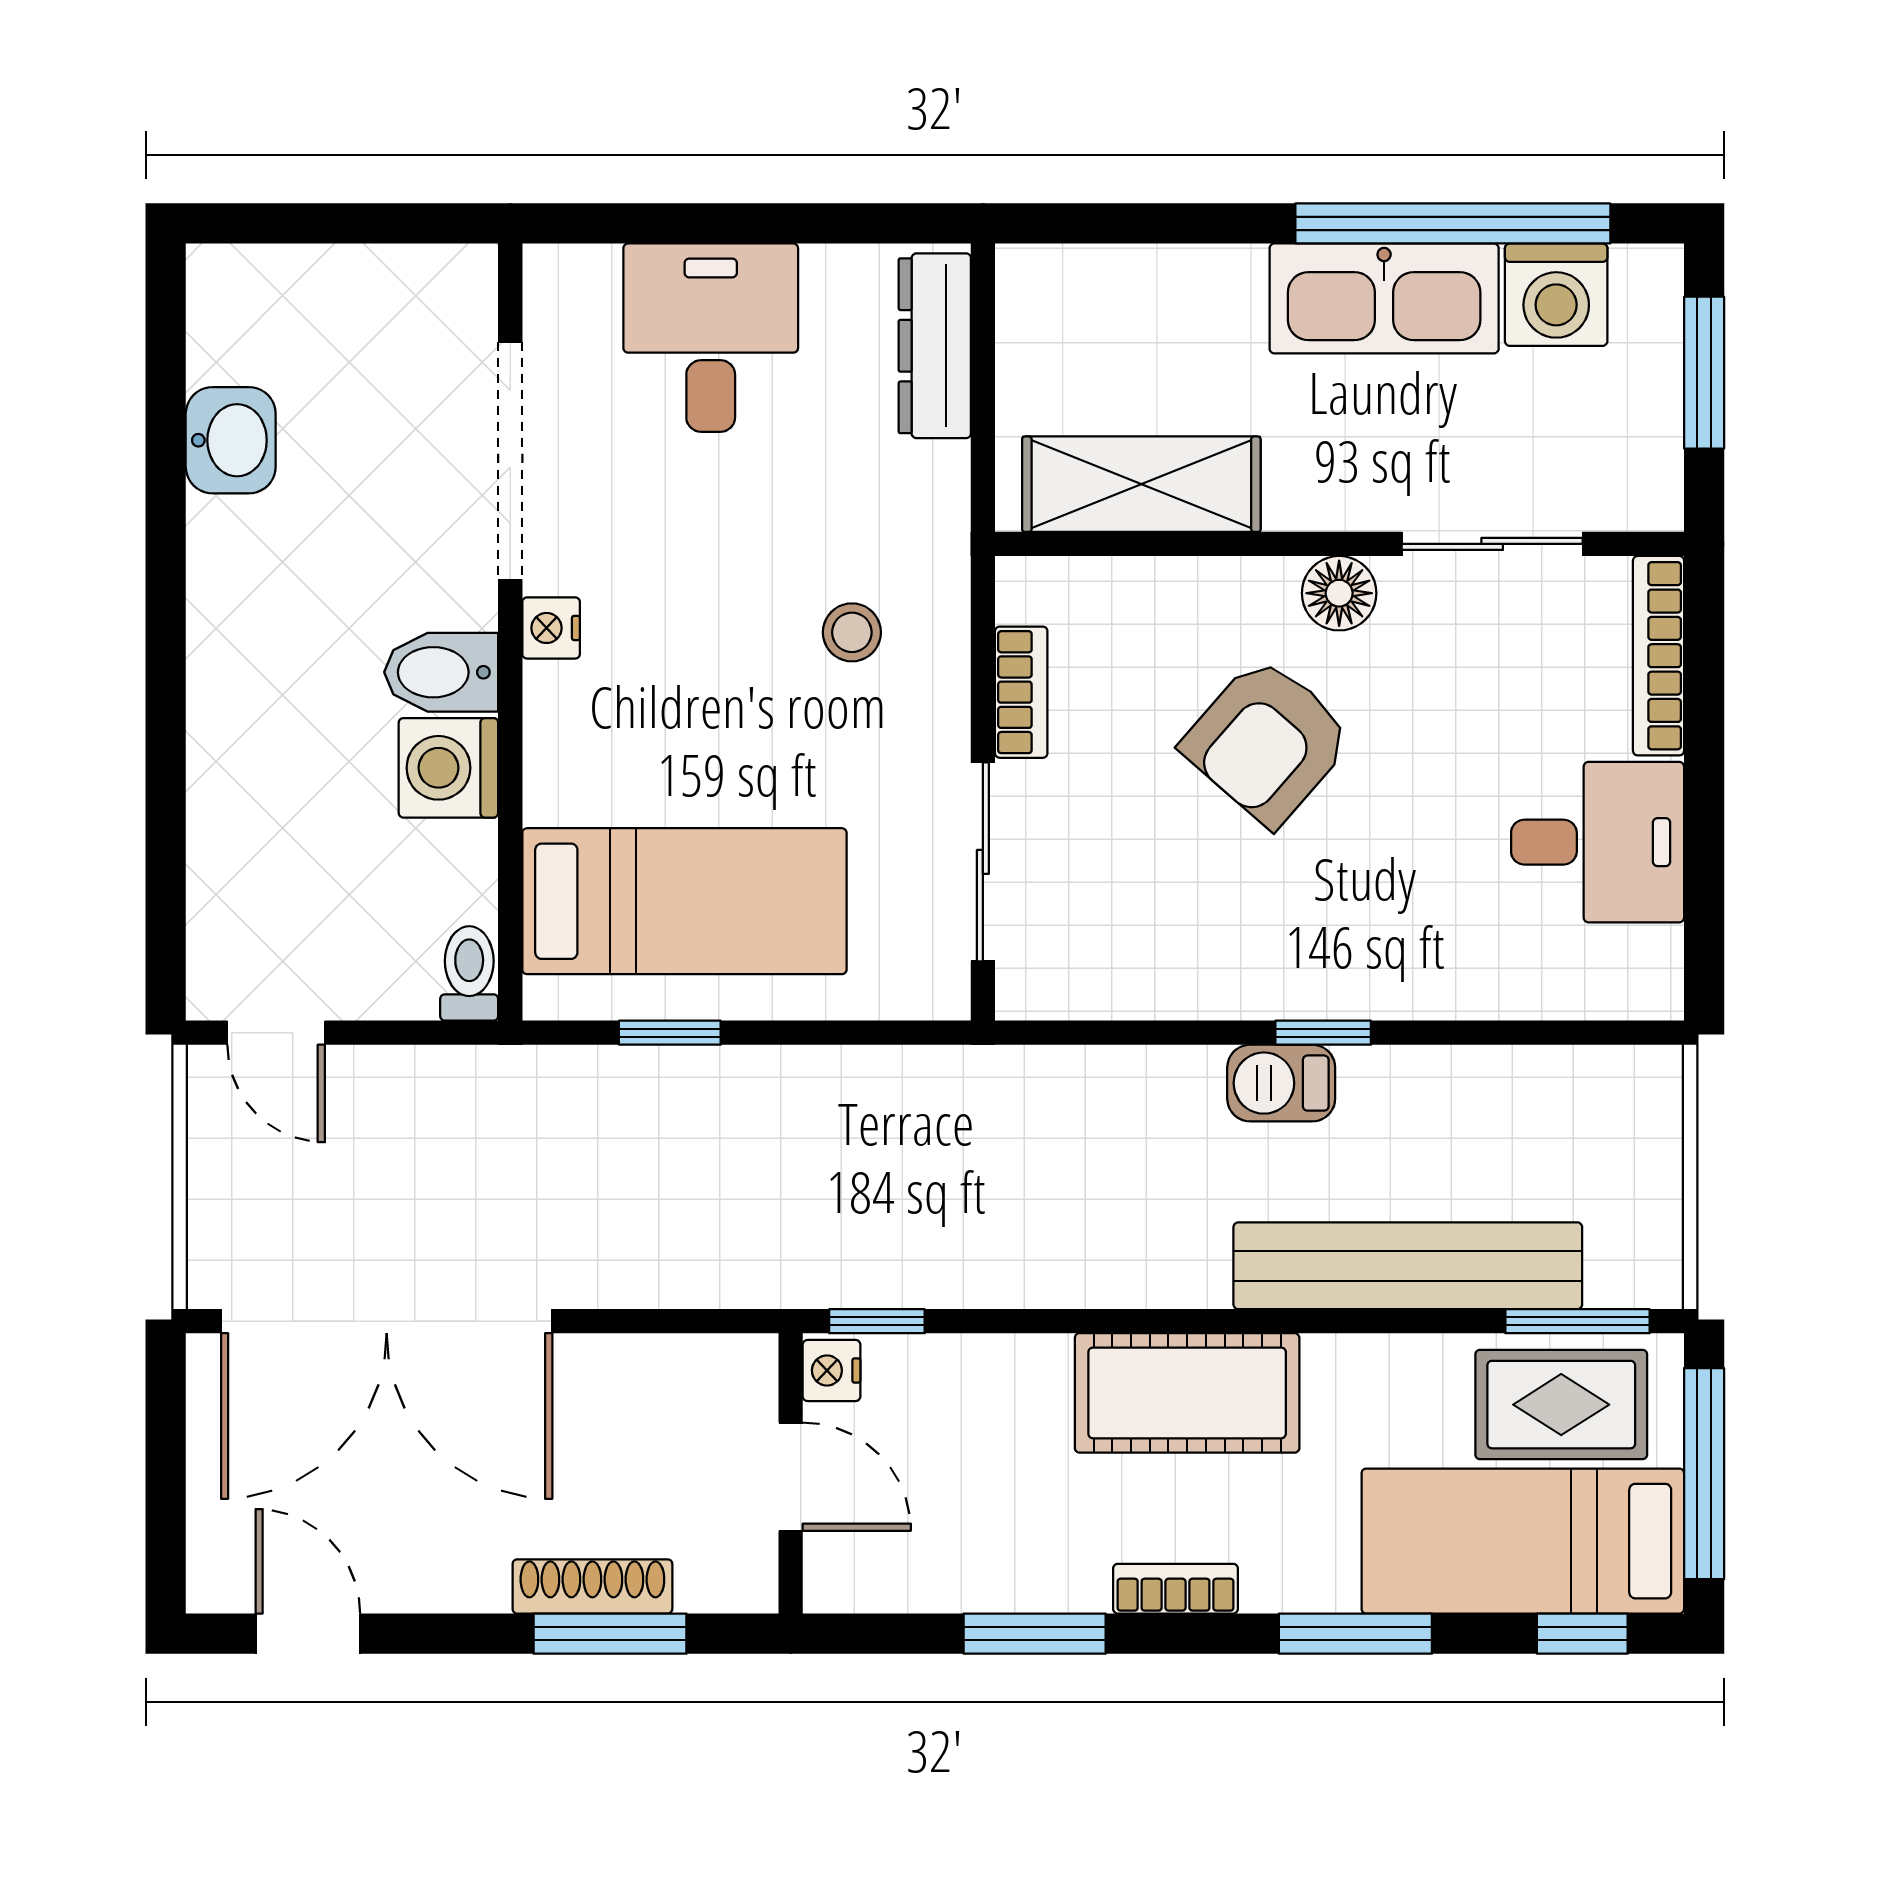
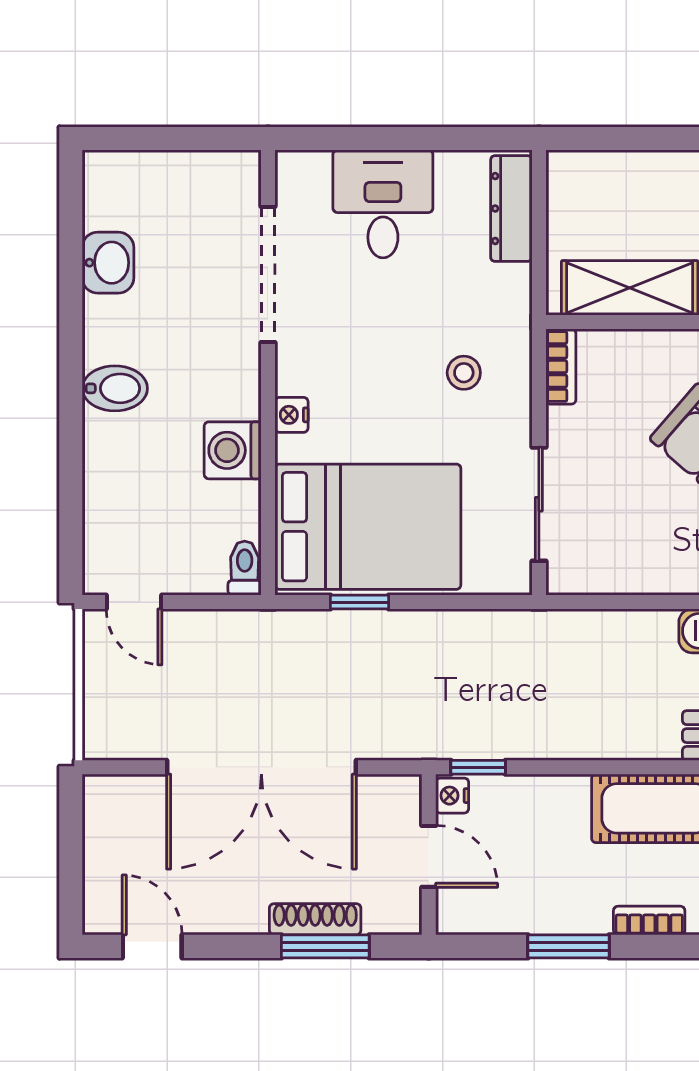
nightstand: (551, 628) -> (292, 415), moved
bidet: (441, 672) -> (115, 388), moved, turned 180
bookcase: (1021, 692) -> (561, 367), moved
bed: (684, 901) -> (368, 527), width x1.50
double door: (387, 1321) -> (261, 767), moved

